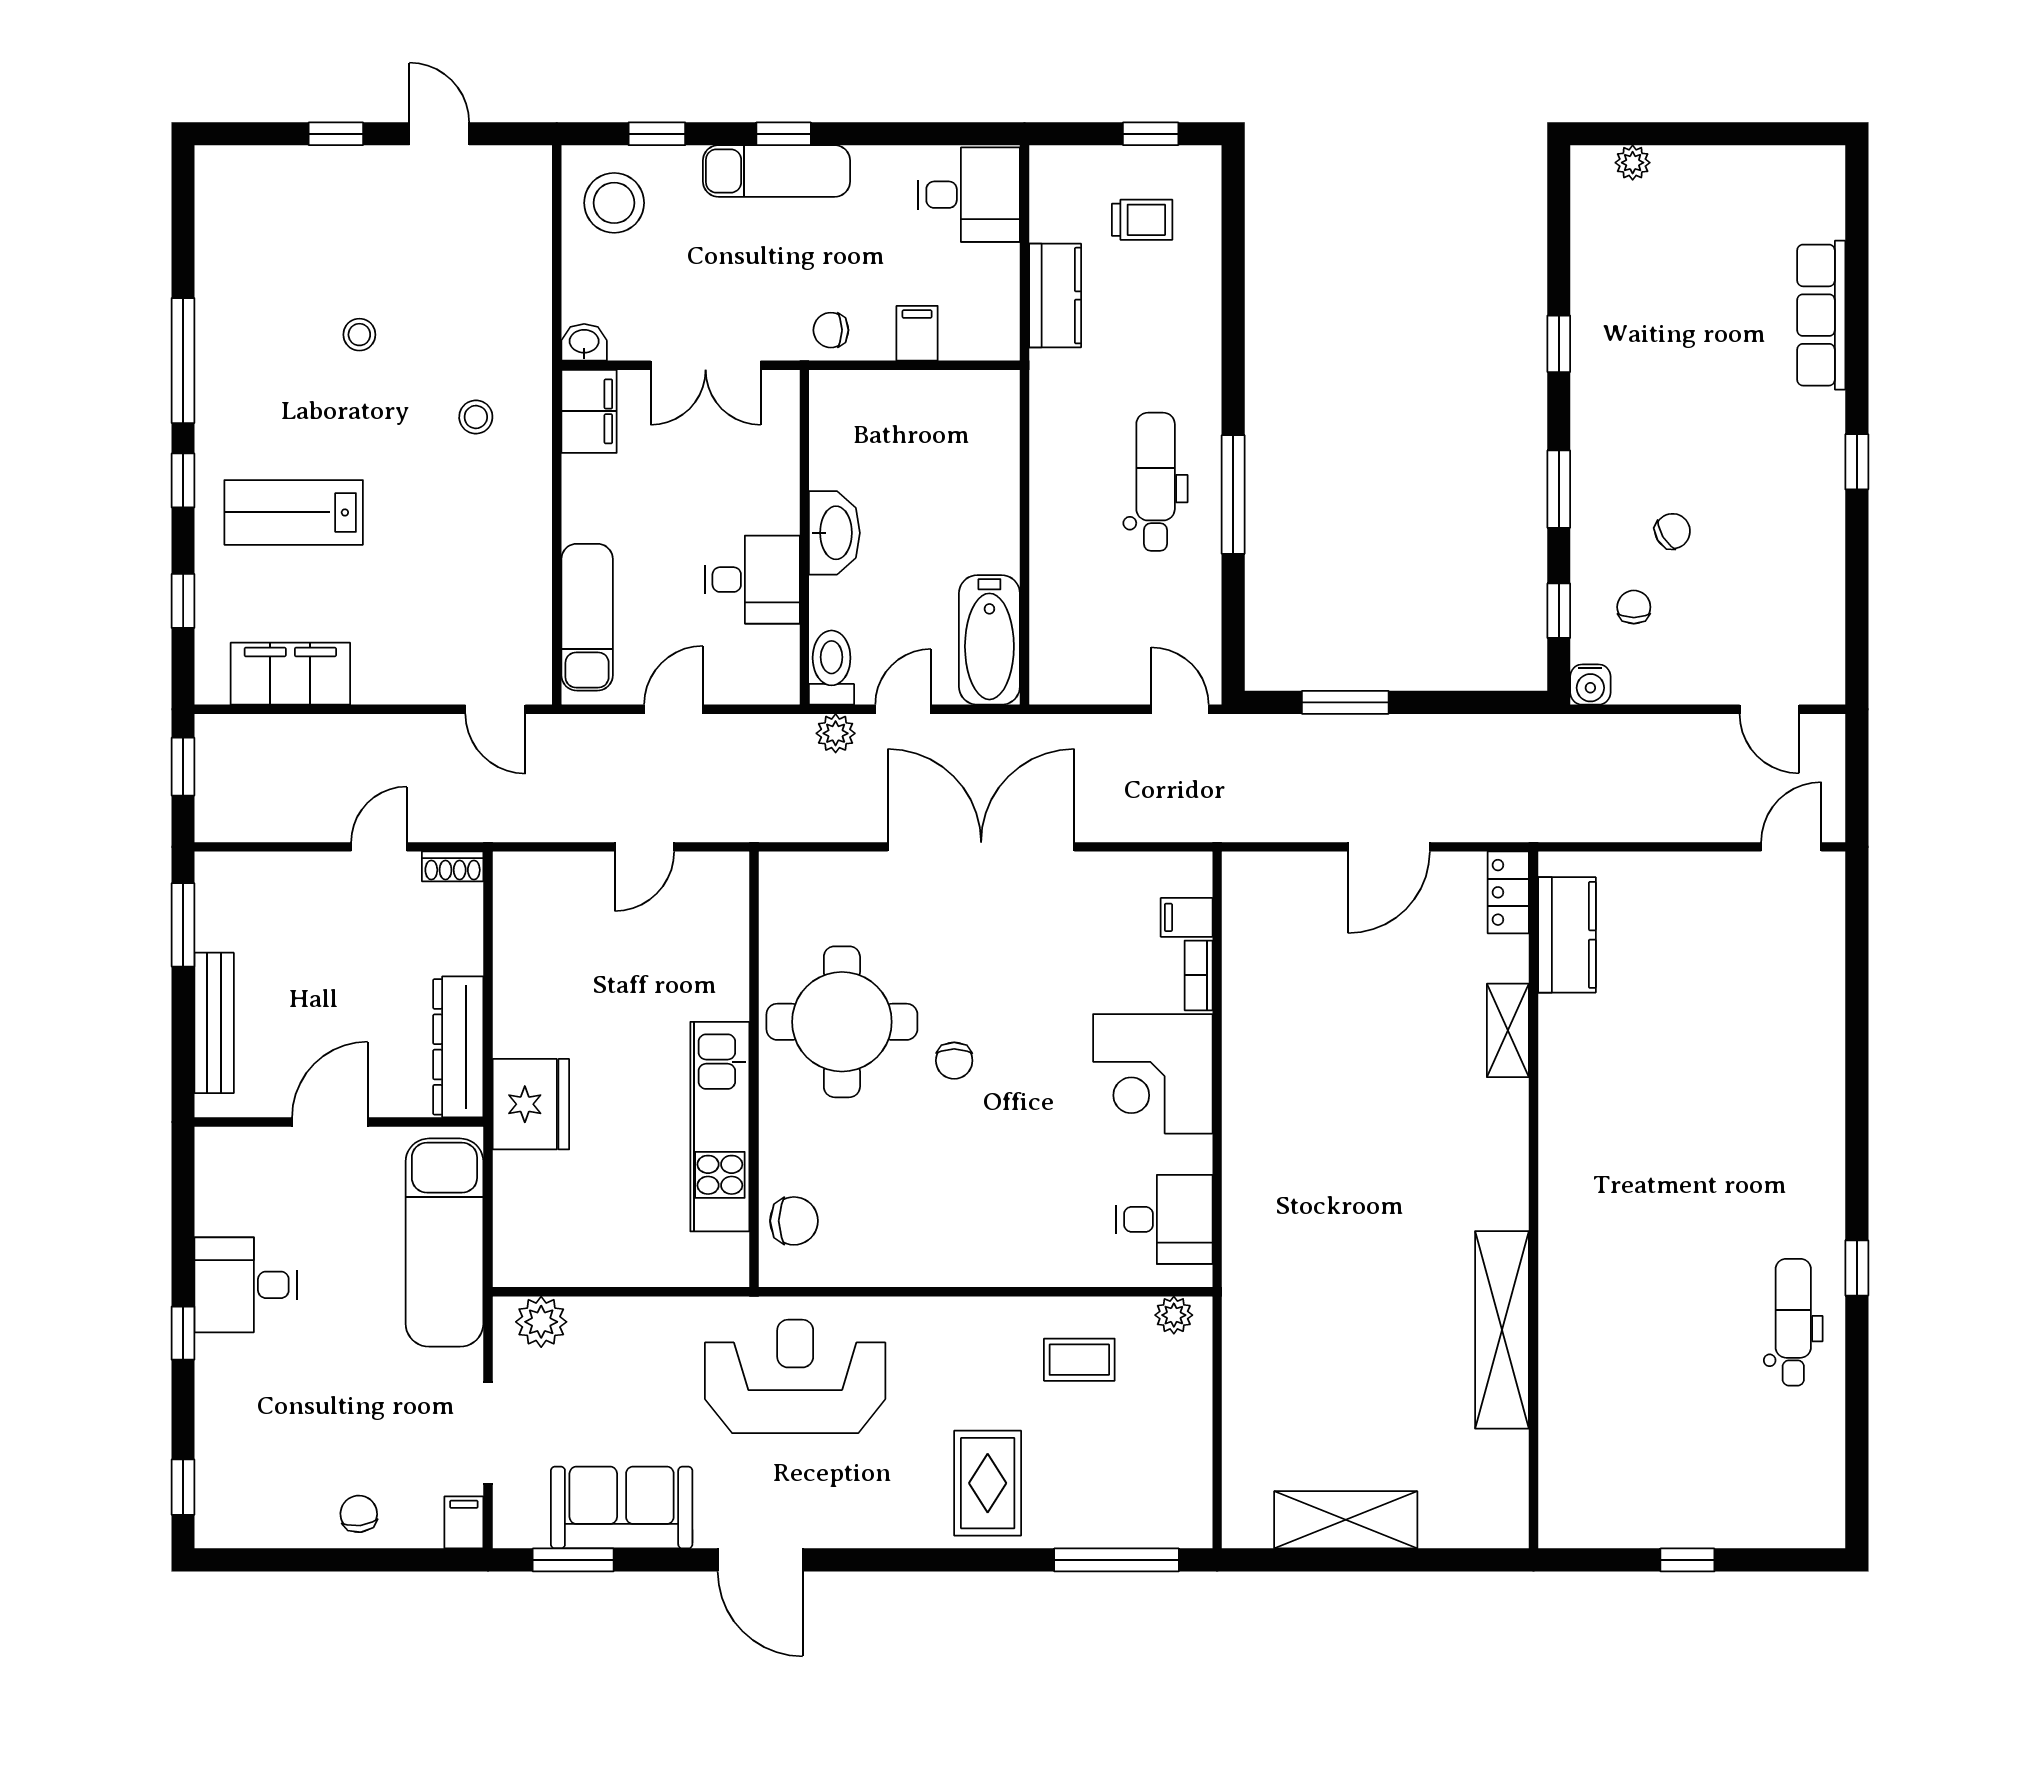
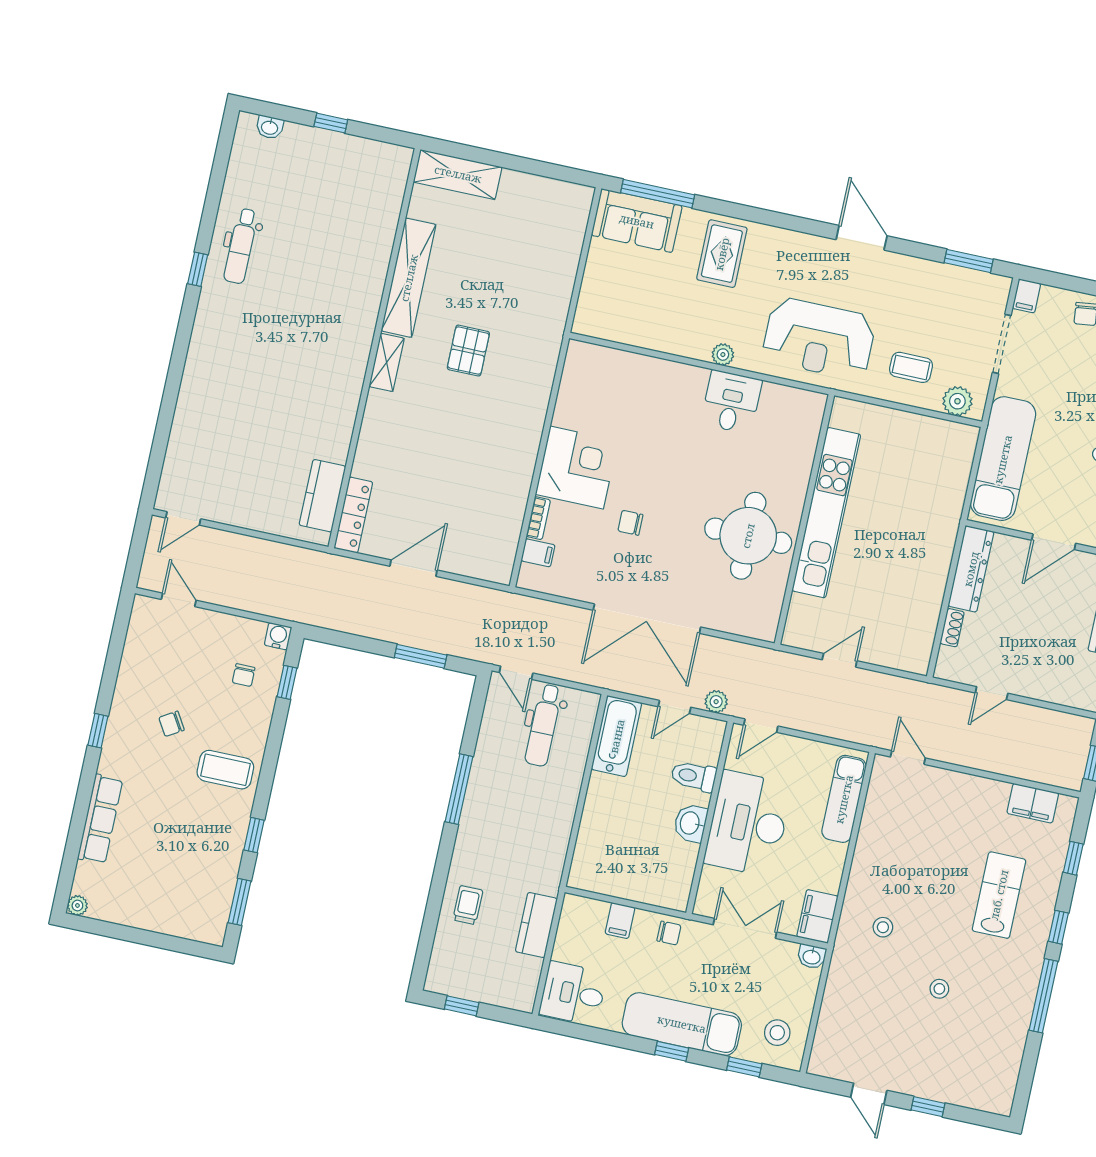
plant: (1633, 163) -> (77, 905), moved
exam couch: (777, 171) -> (682, 1024), width x1.36, depth x1.45
stool: (614, 203) -> (777, 1033), width x0.73, depth x0.73
trolley: (1142, 220) -> (468, 905), moved, turned 90
coffee table: (1630, 443) -> (225, 770), added
dental chair: (1156, 482) -> (543, 725), moved
window: (1559, 489) -> (240, 902), moved
lab bench: (294, 512) -> (999, 895), turned -90
chair: (1673, 531) -> (172, 724), moved
washbasin: (834, 533) -> (691, 823), width x0.72
desk: (752, 580) -> (748, 824), width x1.87, depth x1.30
toilet: (832, 668) -> (694, 776), moved, turned 90
filing cabinet: (290, 674) -> (1033, 803), width x0.67, depth x0.86
door: (674, 709) -> (761, 726), moved
shoe rack: (453, 866) -> (952, 628), moved, turned 90
locker: (1508, 892) -> (353, 515), width x1.53
shelving: (1508, 1030) -> (387, 362), moved
chair: (954, 1061) -> (630, 523), moved, turned -90
fridge: (531, 1104) -> (936, 527), removed
kitchen unit: (720, 1127) -> (826, 513), width x1.36
desk: (1164, 1219) -> (731, 402), moved, turned 90
chair: (794, 1221) -> (800, 428), removed
pallet: (1376, 1230) -> (468, 351), added
plant: (1174, 1315) -> (723, 355), moved
coffee table: (1079, 1360) -> (911, 367), moved
sofa: (622, 1508) -> (637, 221), moved
shelving: (1346, 1520) -> (458, 174), moved
washbasin: (1788, 1531) -> (270, 127), added

